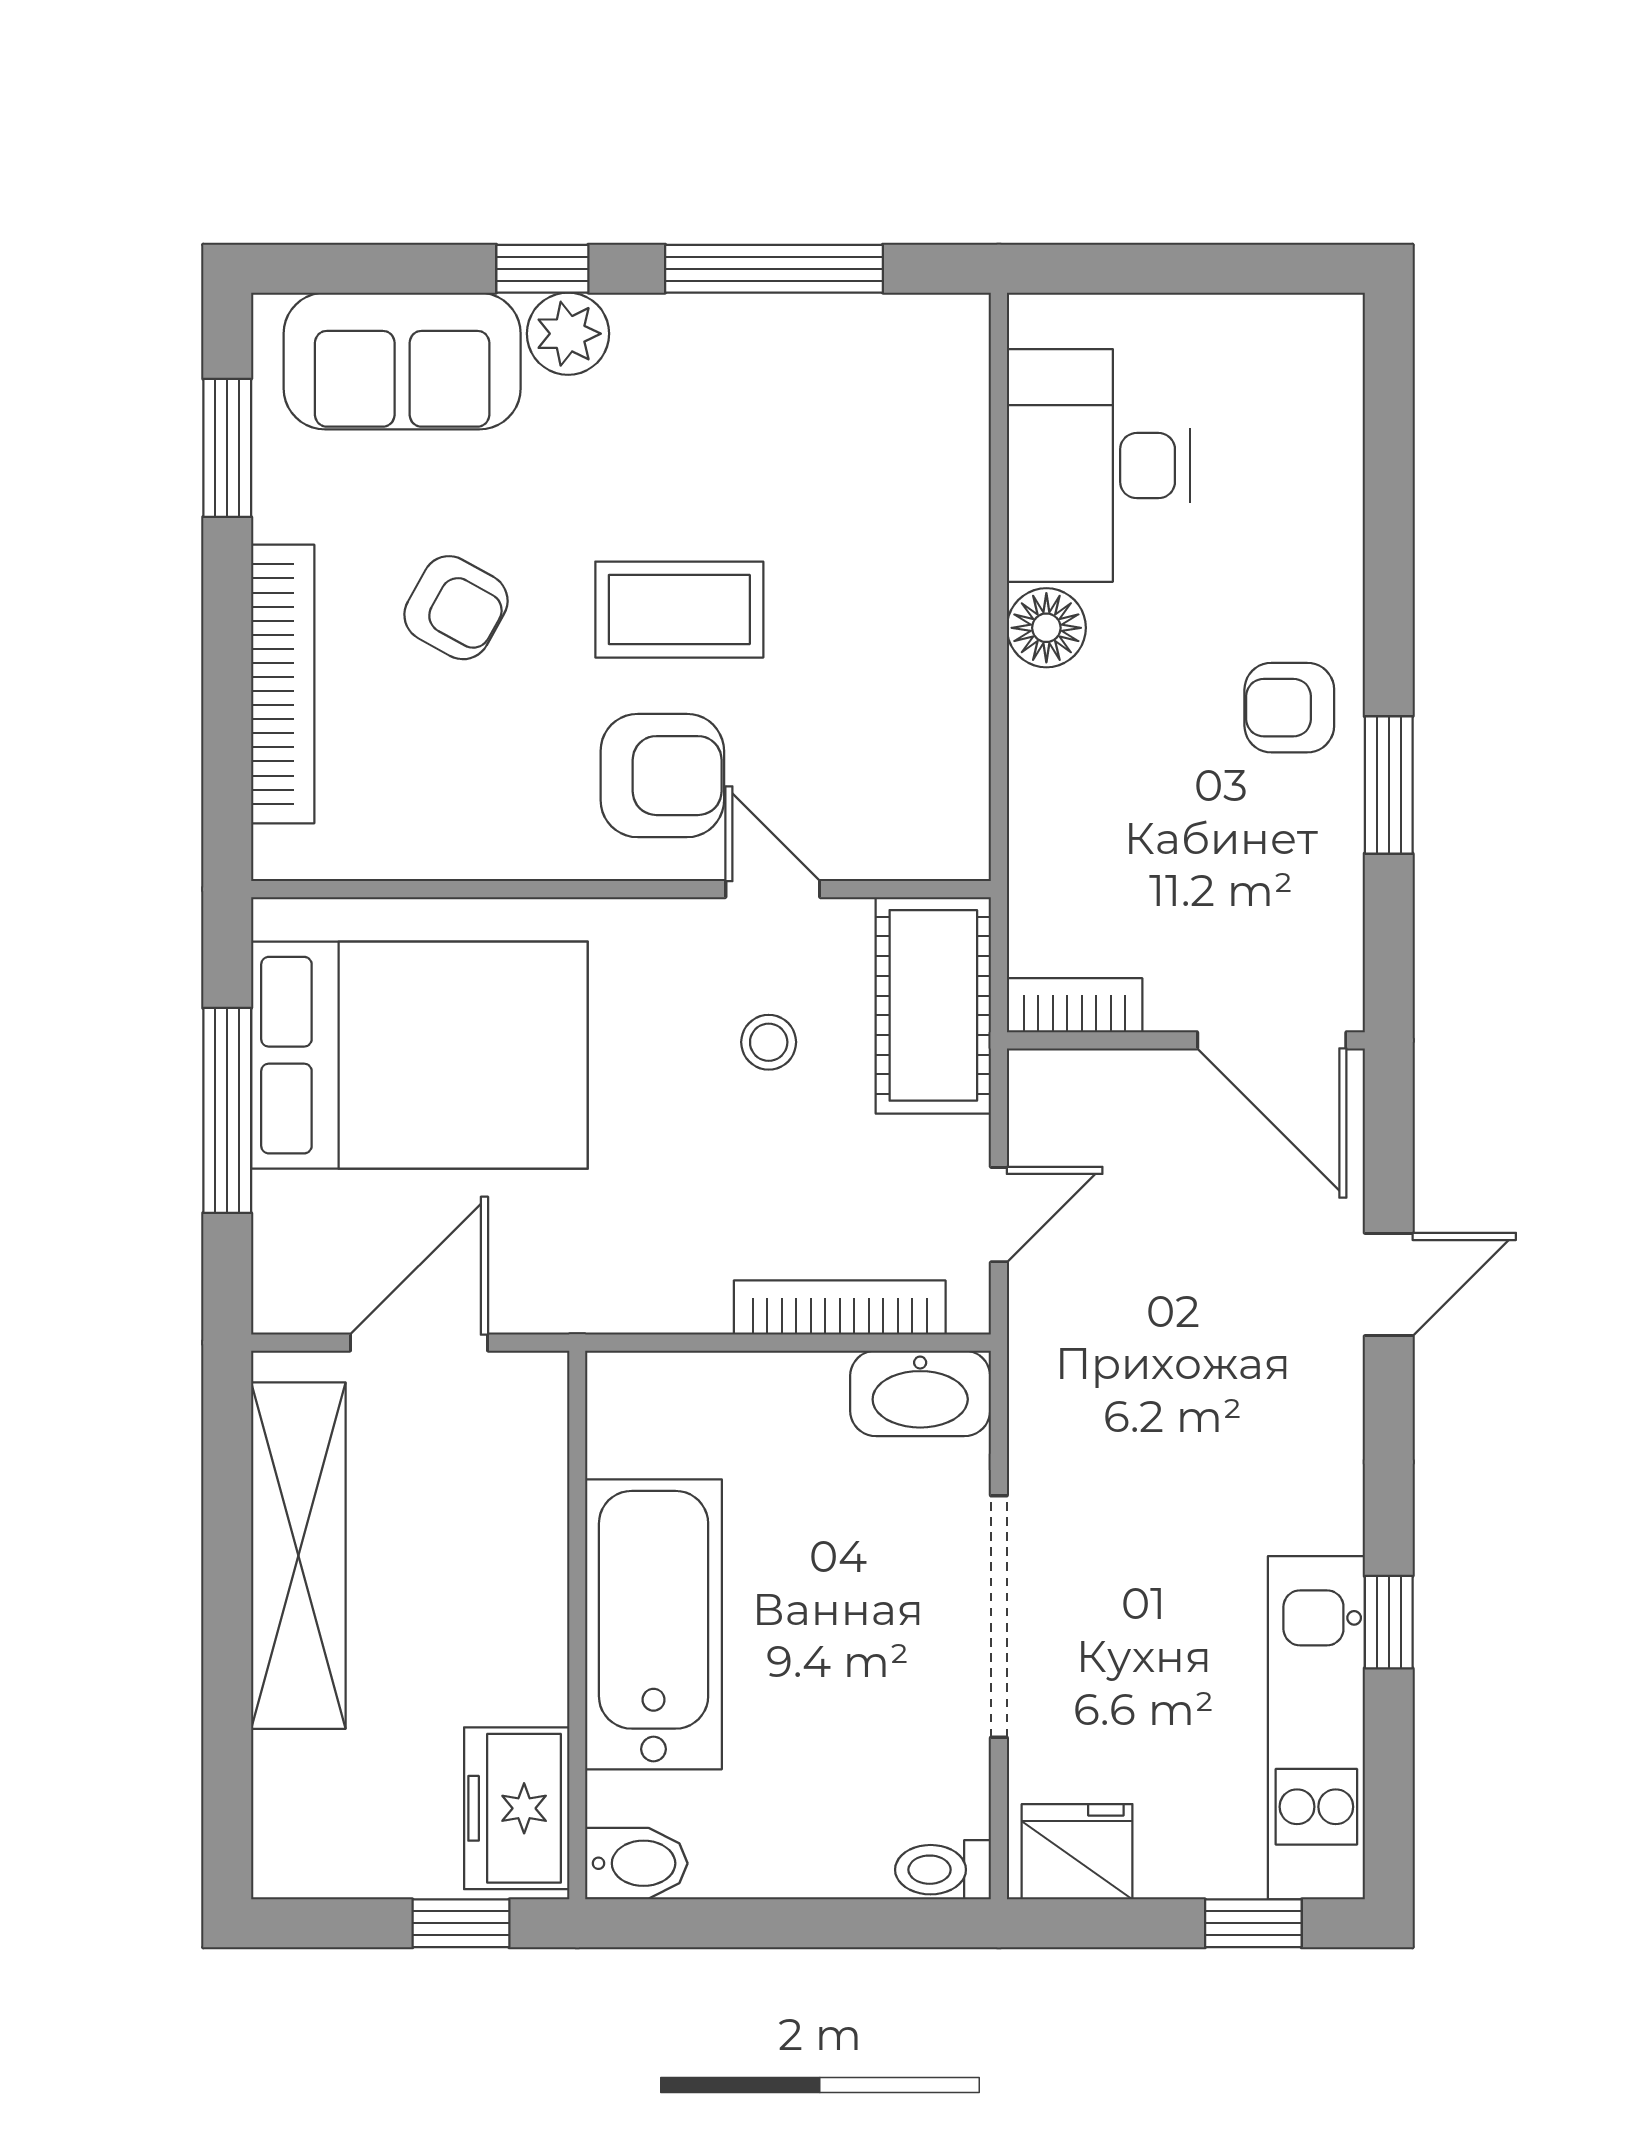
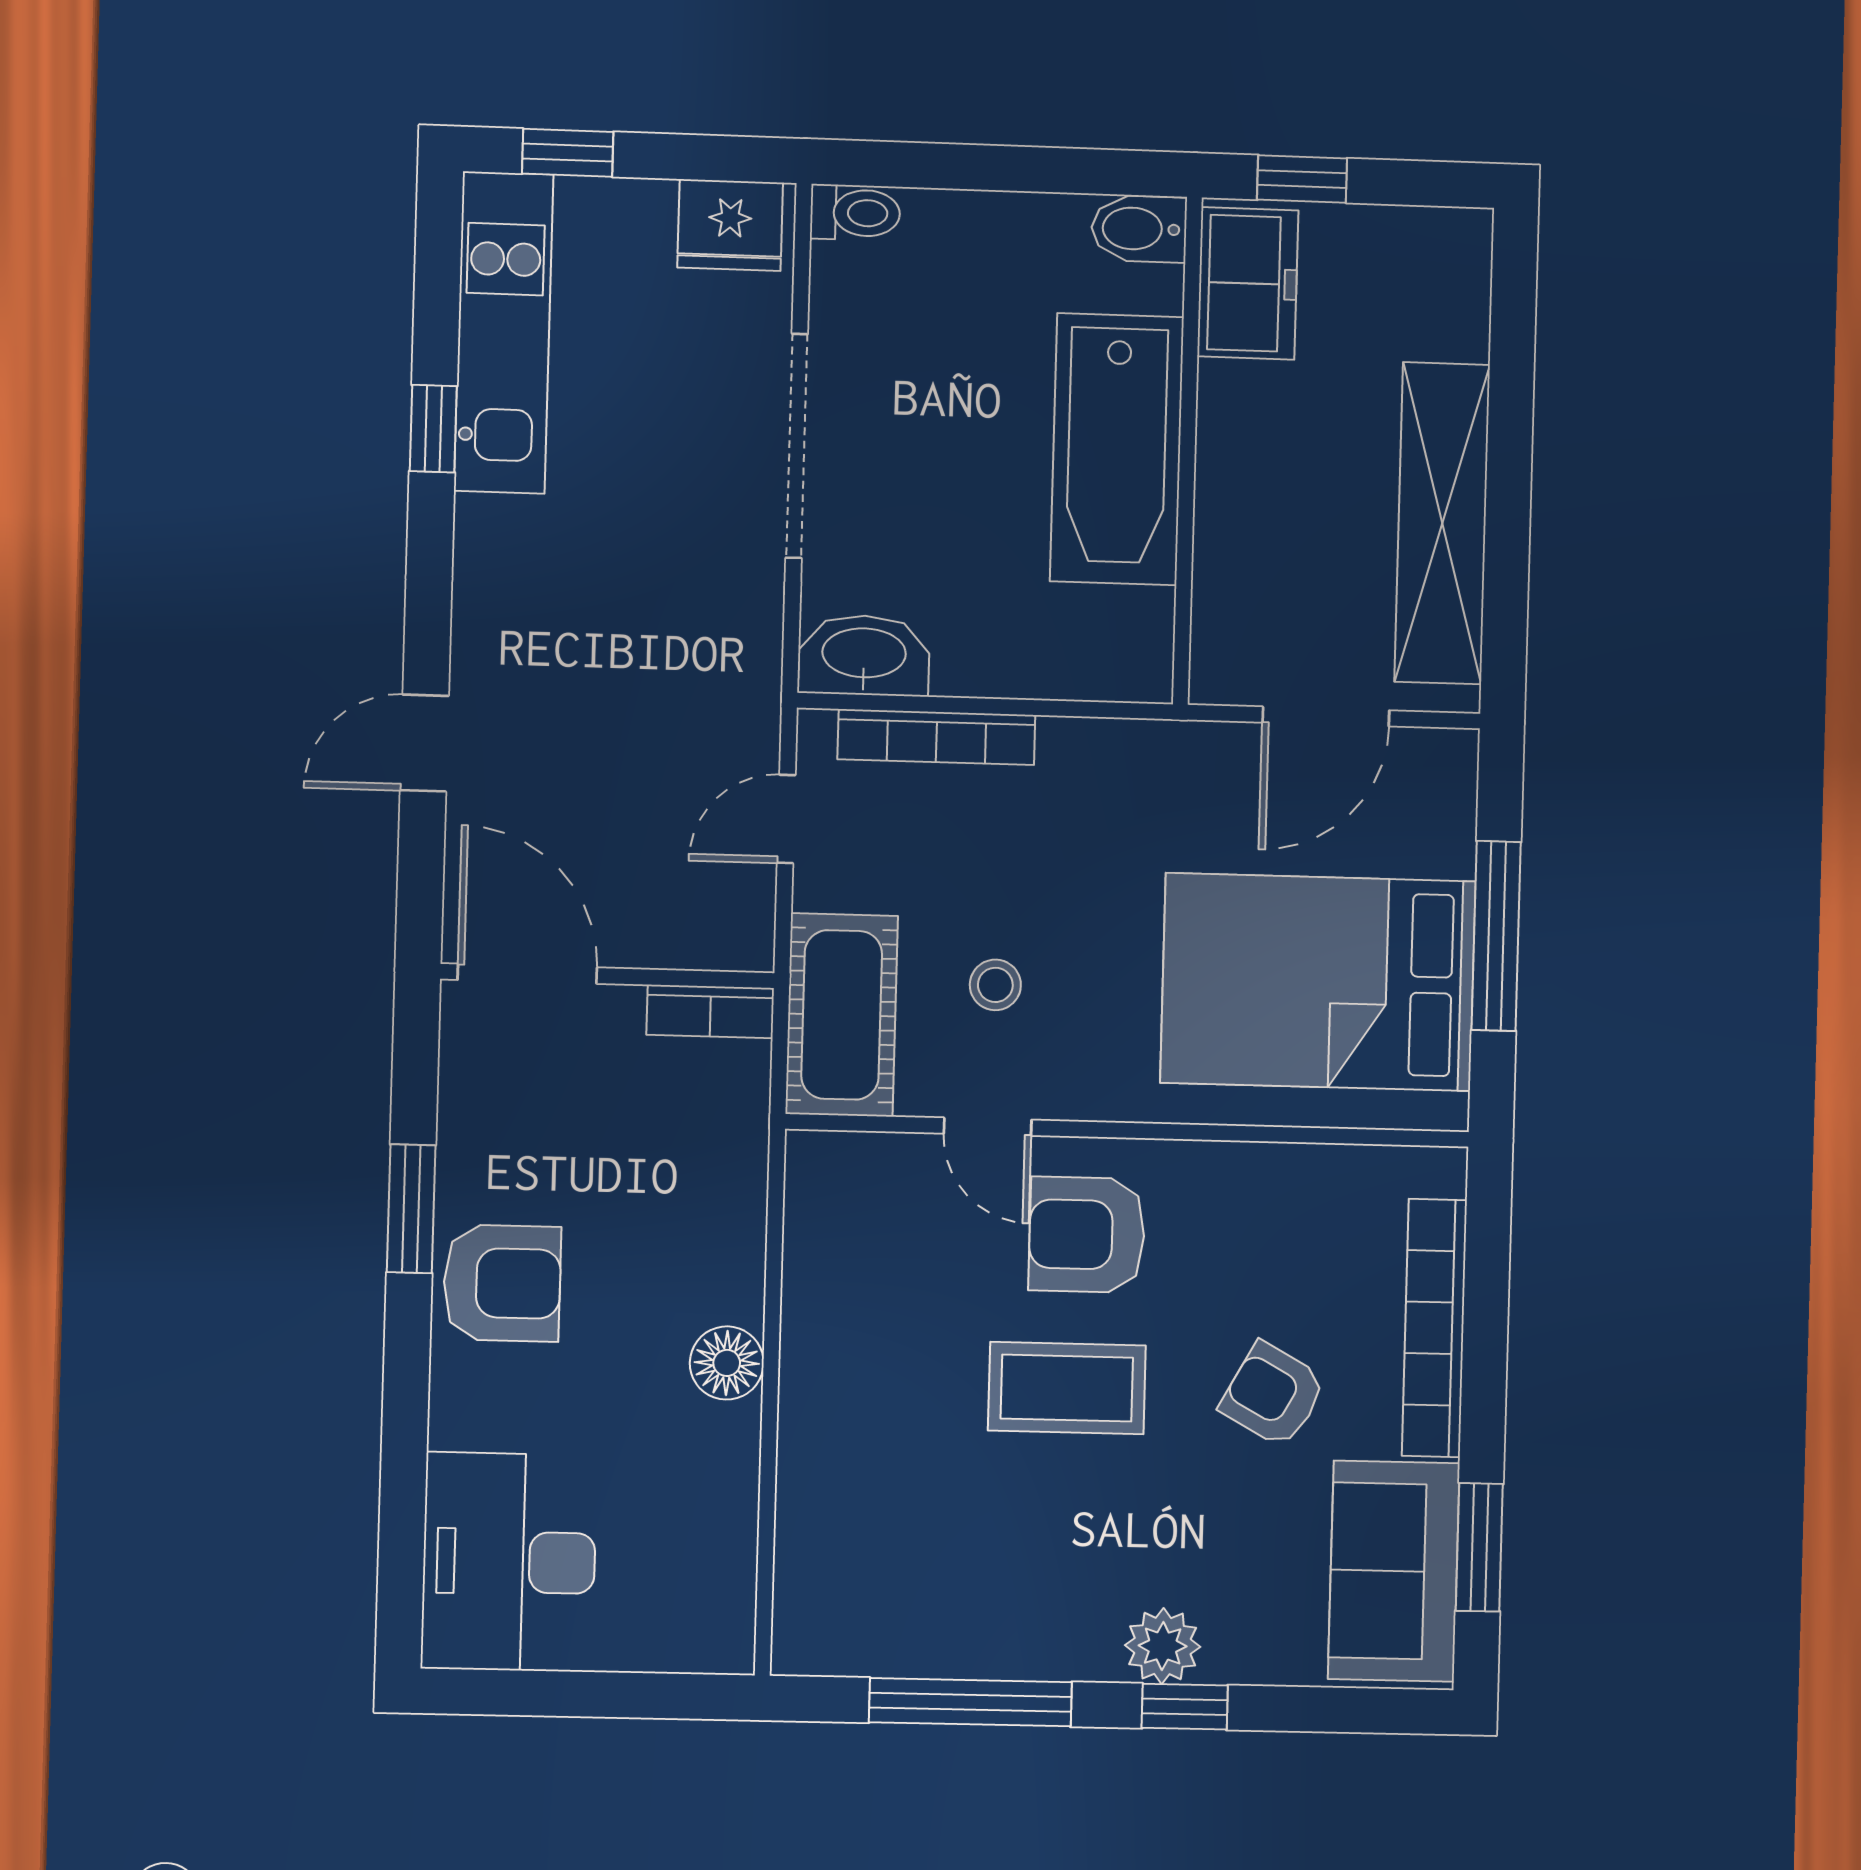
sofa: (402, 361) -> (1394, 1571), moved, turned -90
desk: (1098, 466) -> (509, 1562), moved, turned 180
armchair: (1289, 708) -> (502, 1283), width x1.38, depth x1.38

